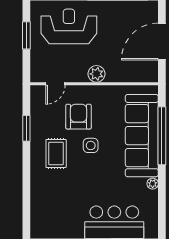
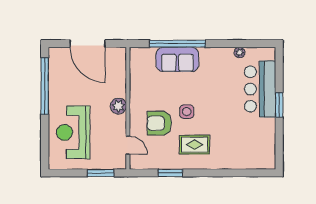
window: (26, 35) -> (101, 173), moved
sofa: (142, 136) -> (177, 59), width x0.54, depth x0.79
plant: (153, 184) -> (240, 52), moved

